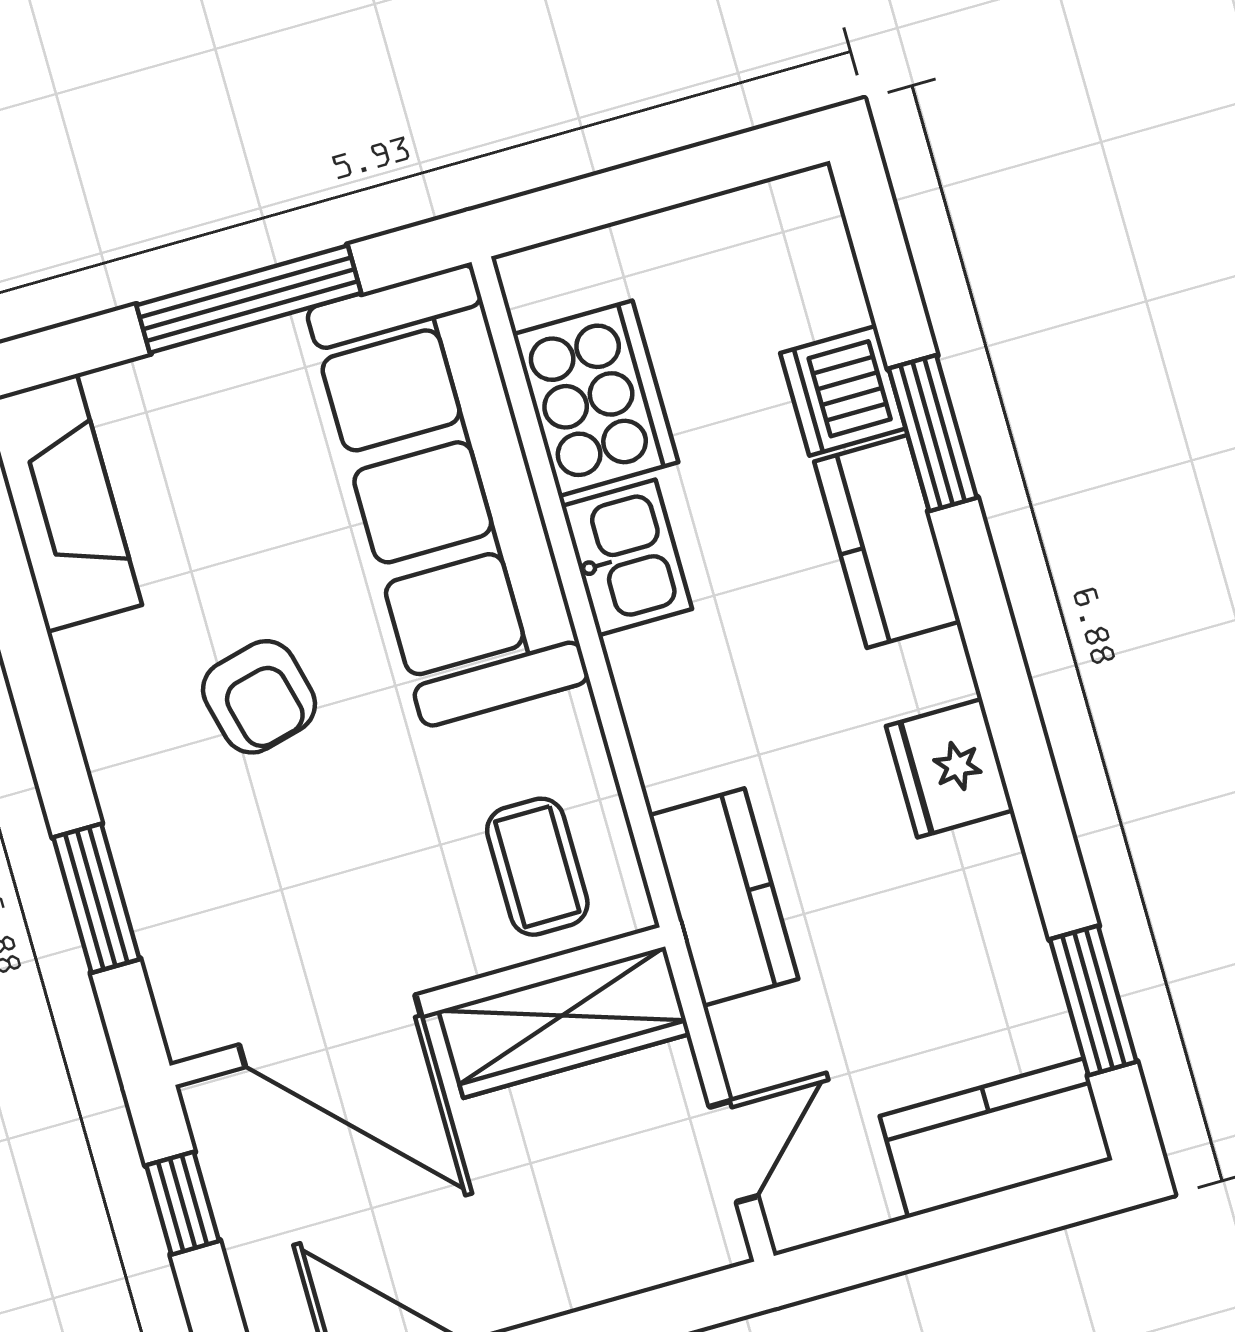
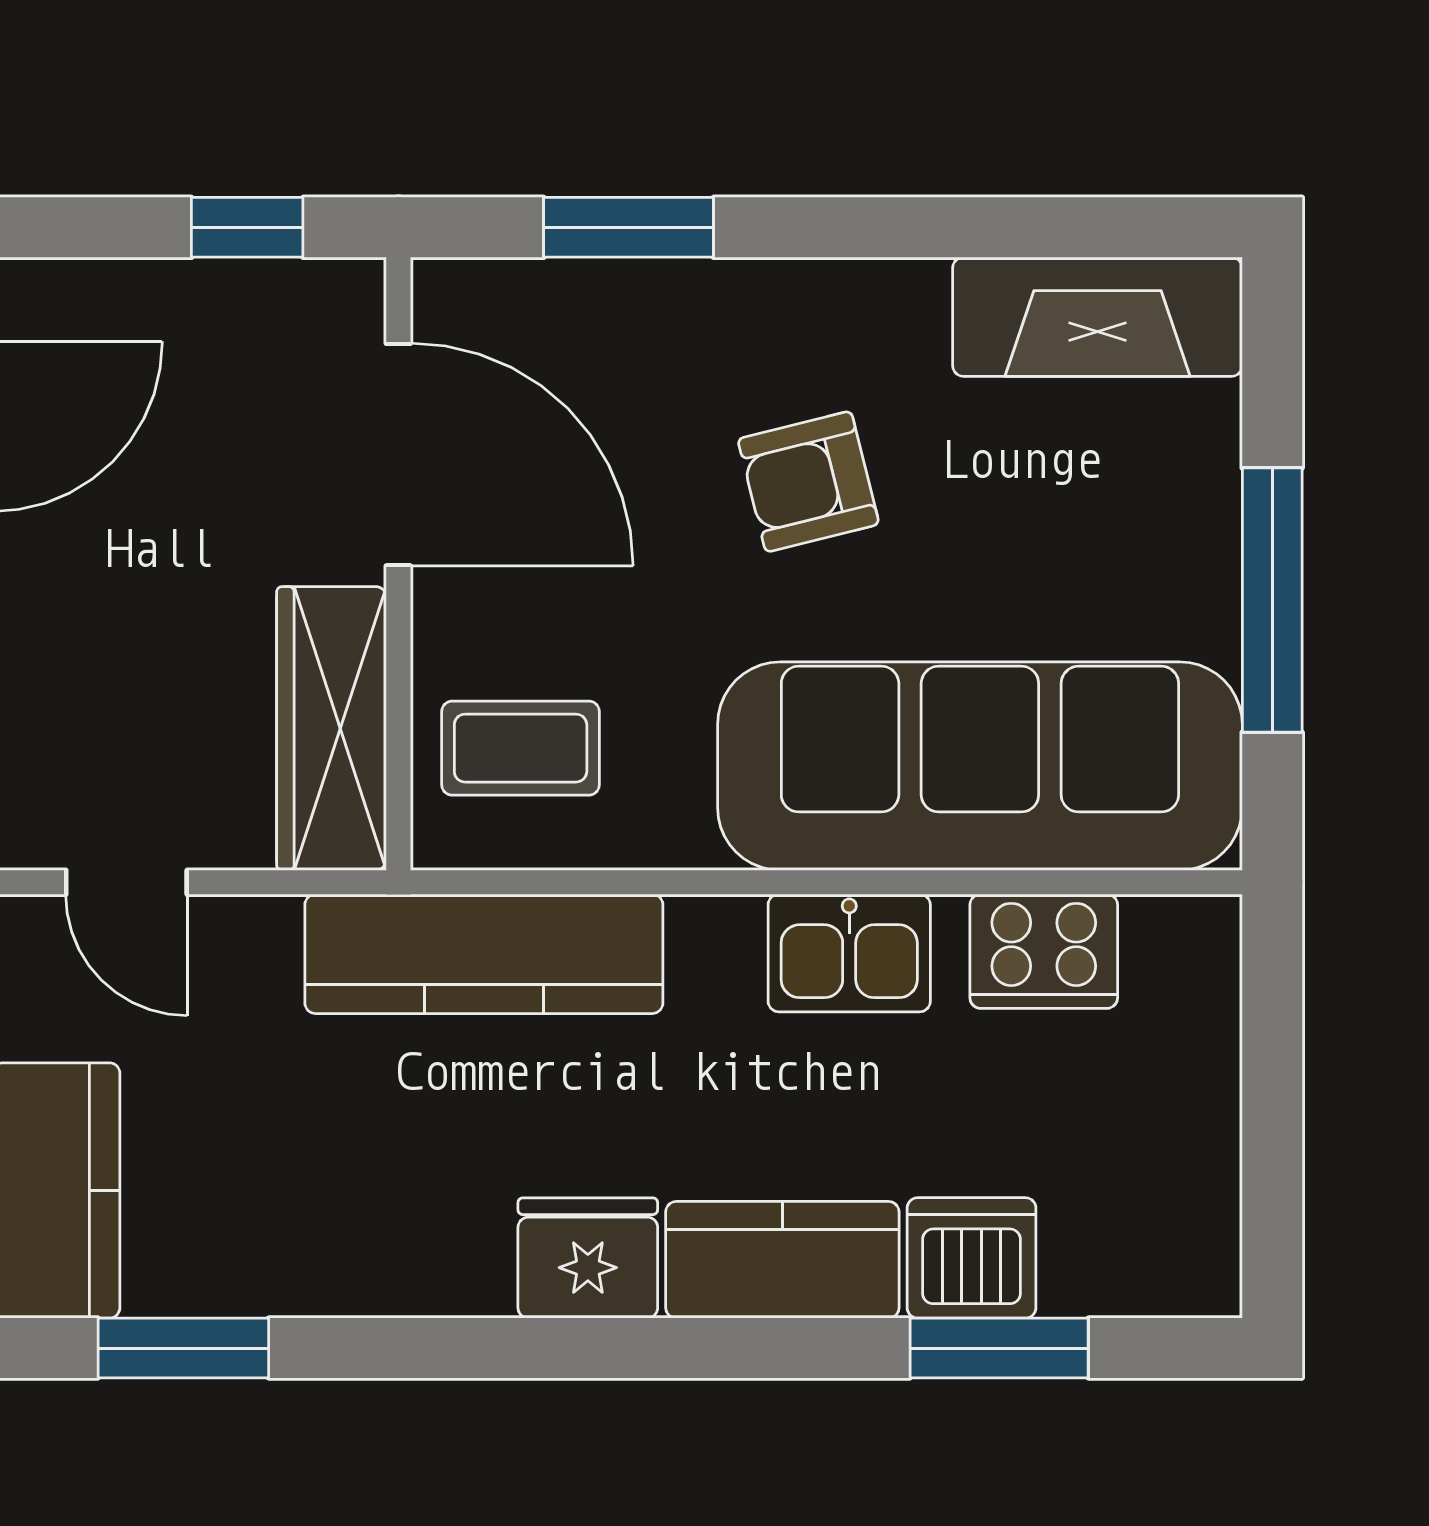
cooker: (596, 398) -> (1044, 951), width x0.73, depth x0.76
window: (933, 433) -> (999, 1348), moved
fridge: (950, 768) -> (588, 1258), moved
kitchen counter: (724, 897) -> (484, 954), width x1.50
door: (330, 1031) -> (398, 455), swing flipped

